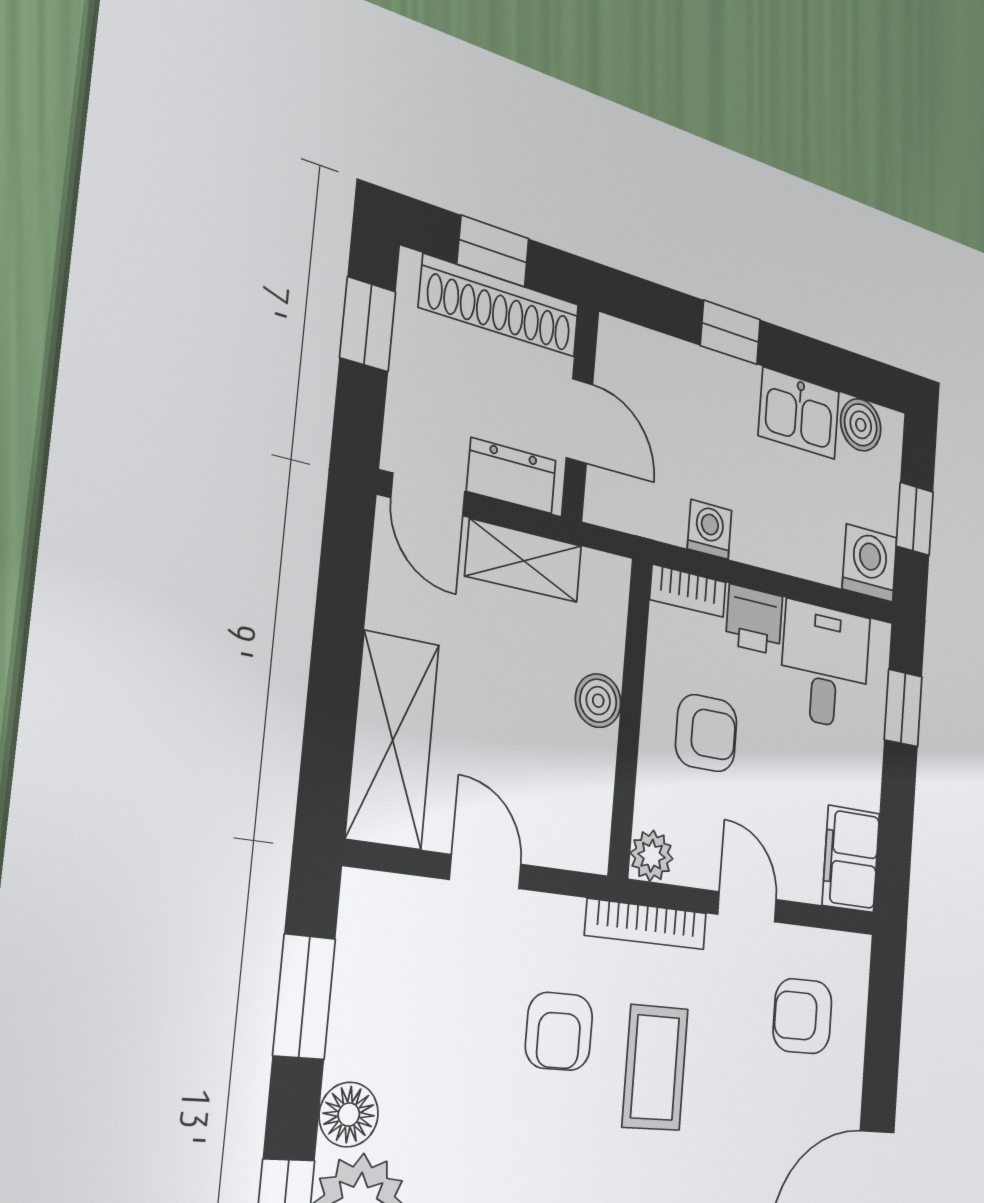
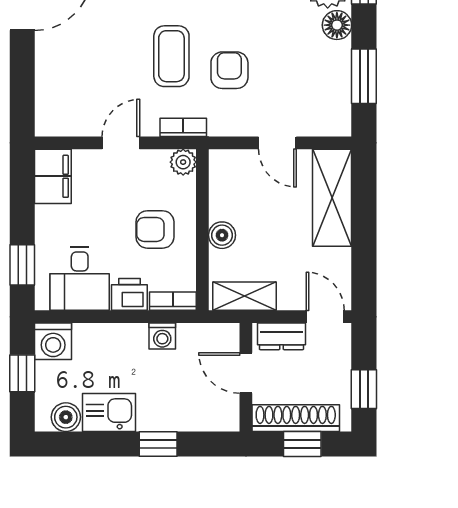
shelving: (524, 561) -> (245, 296), moved
door: (747, 907) -> (121, 143), swing flipped
bookcase: (646, 924) -> (183, 127), width x0.64
armchair: (803, 1016) -> (79, 89), removed

